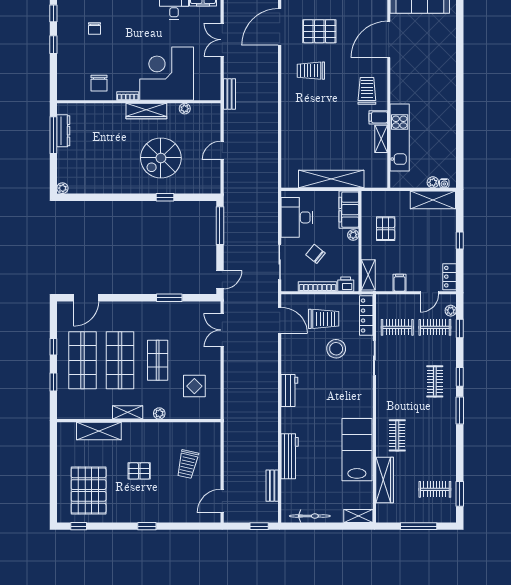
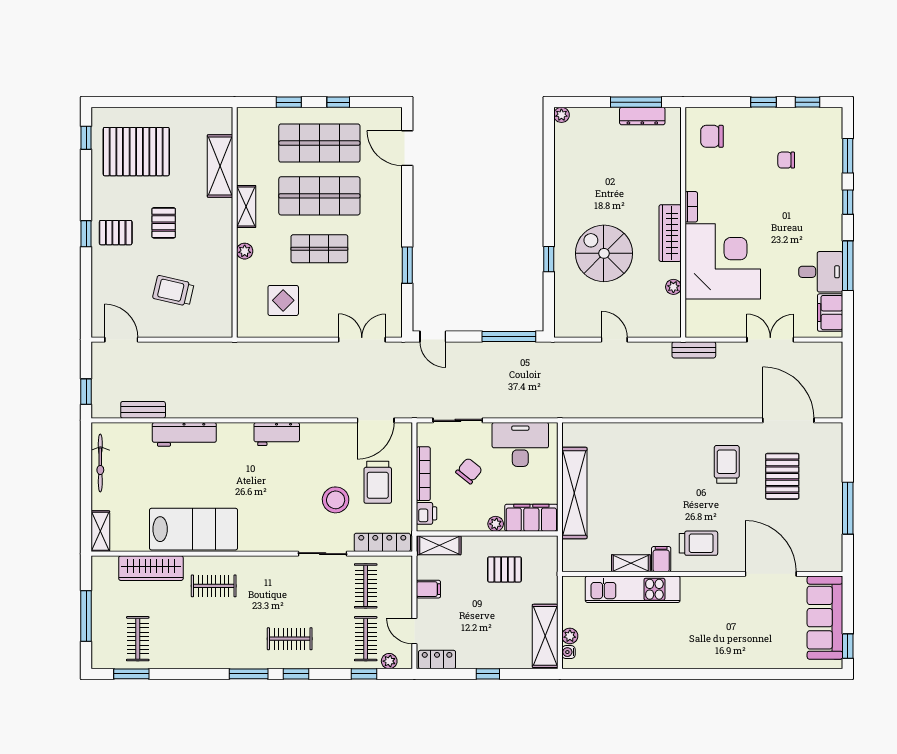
chair: (99, 83) -> (712, 136), moved
pallet: (146, 505) -> (116, 233), added

